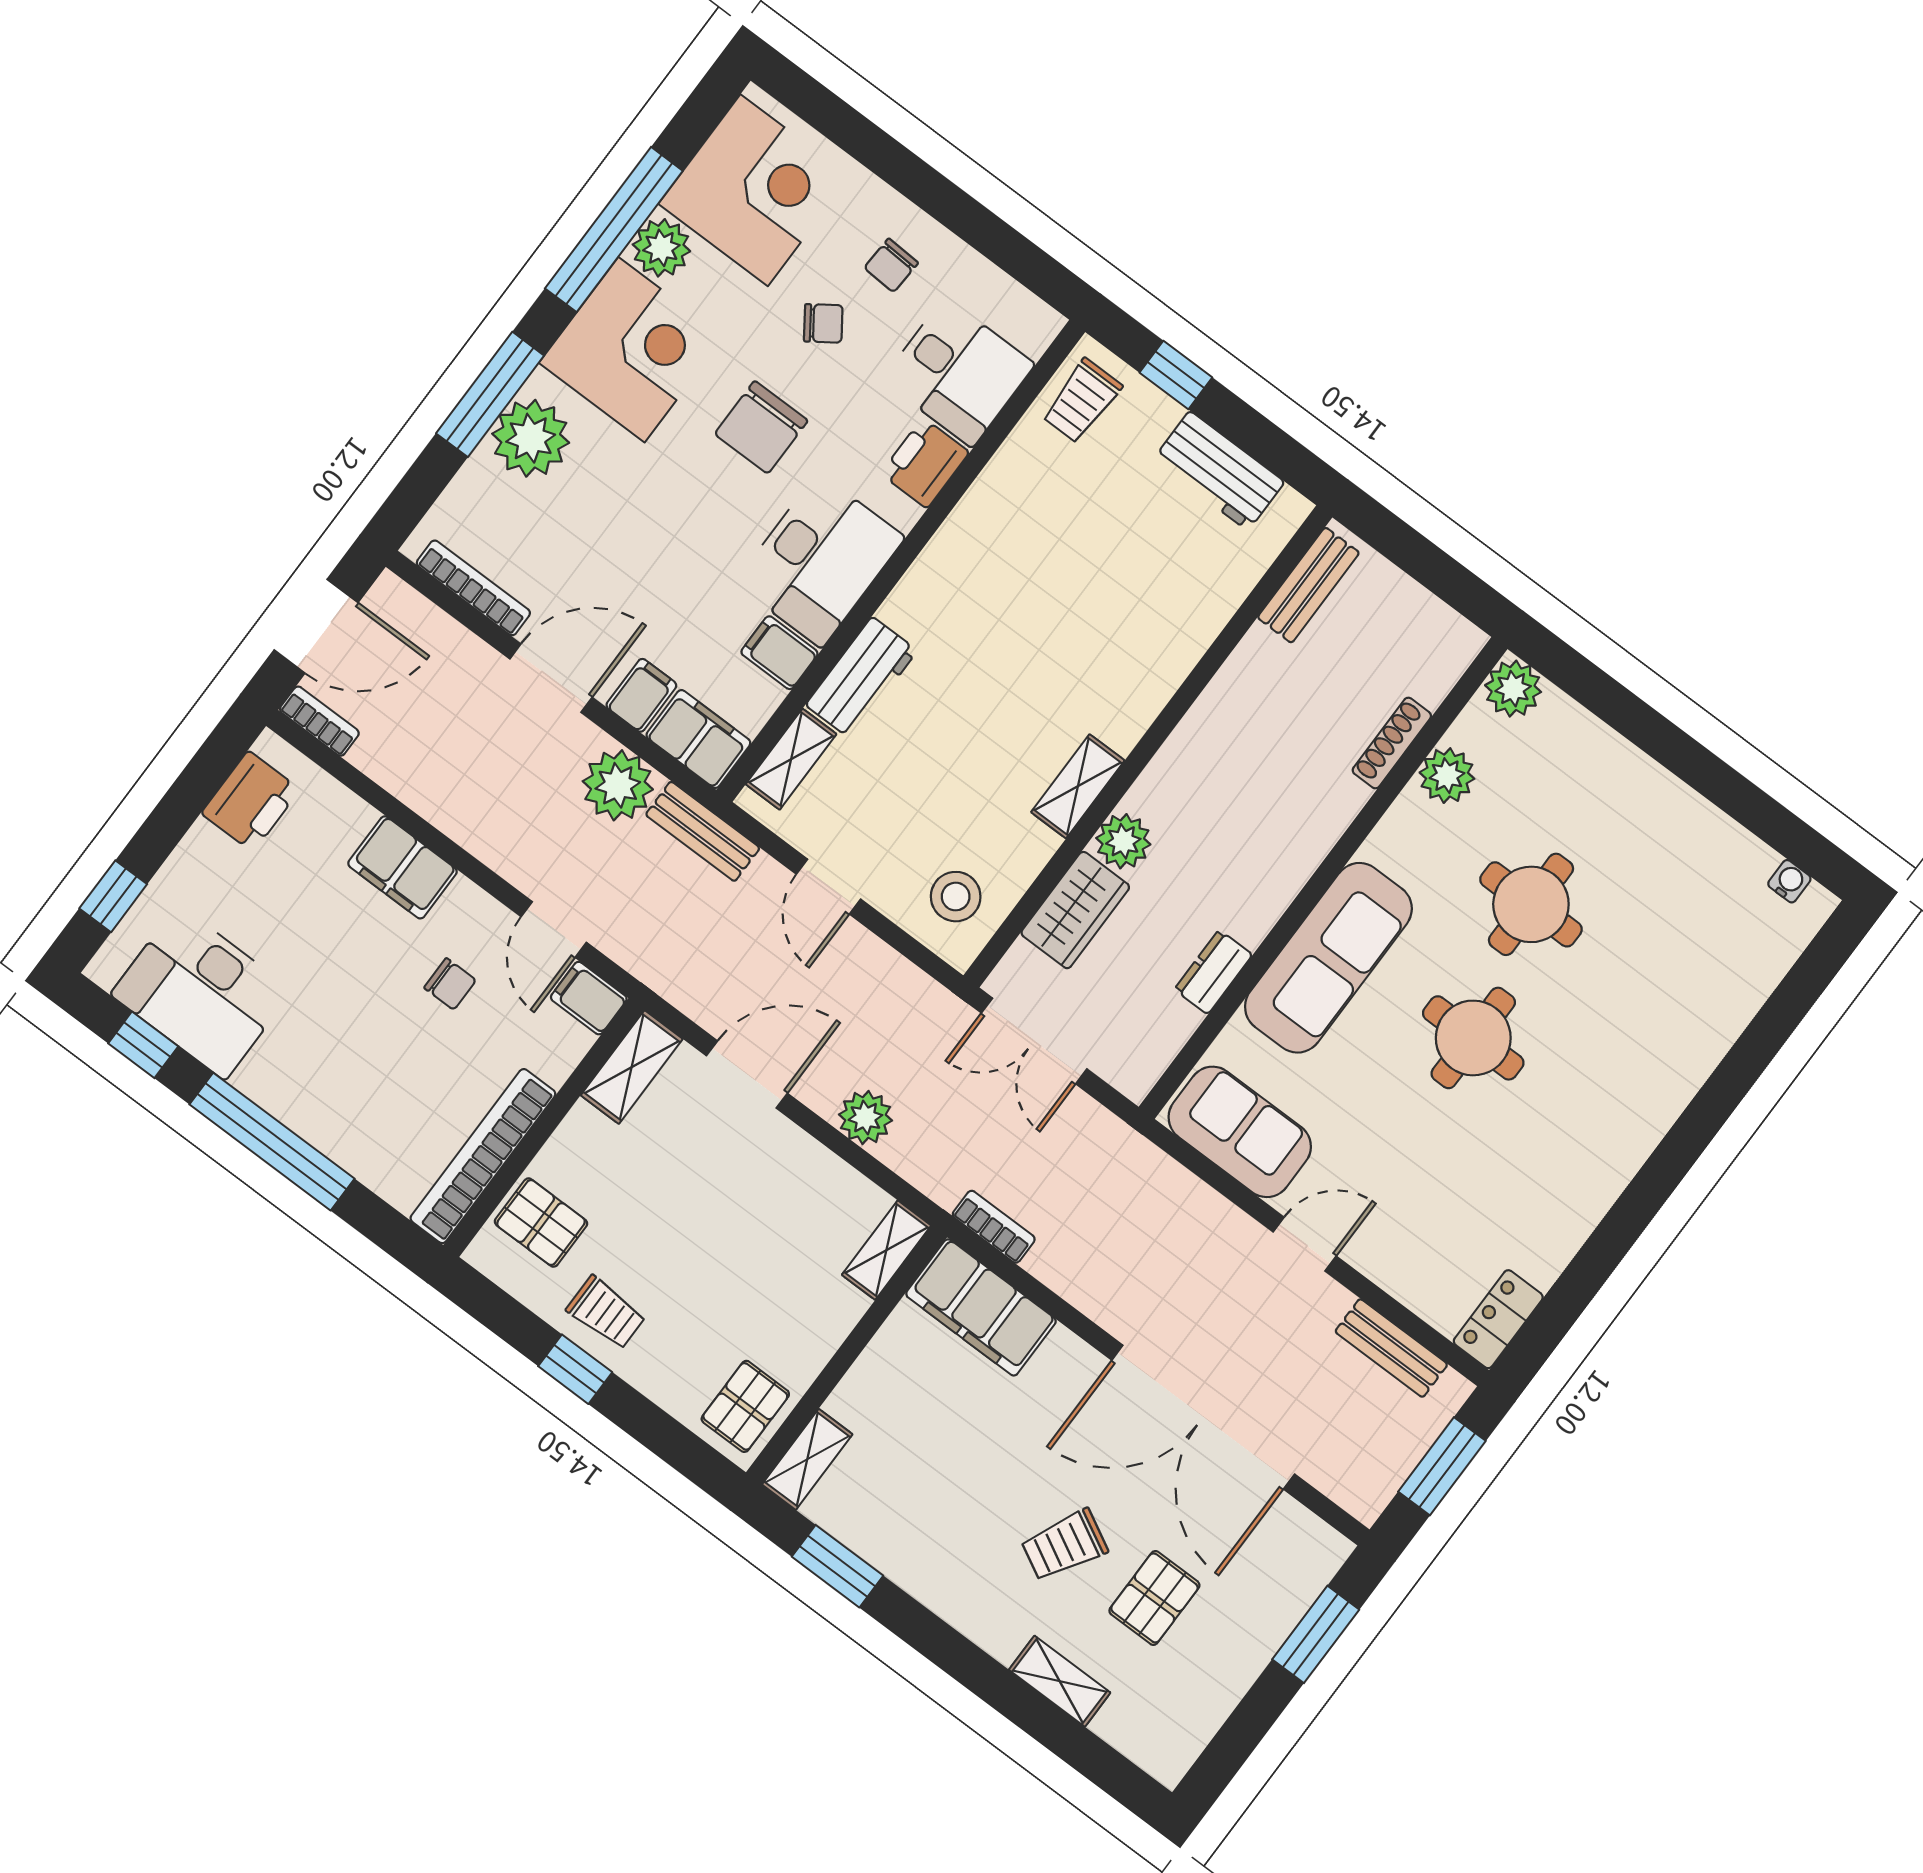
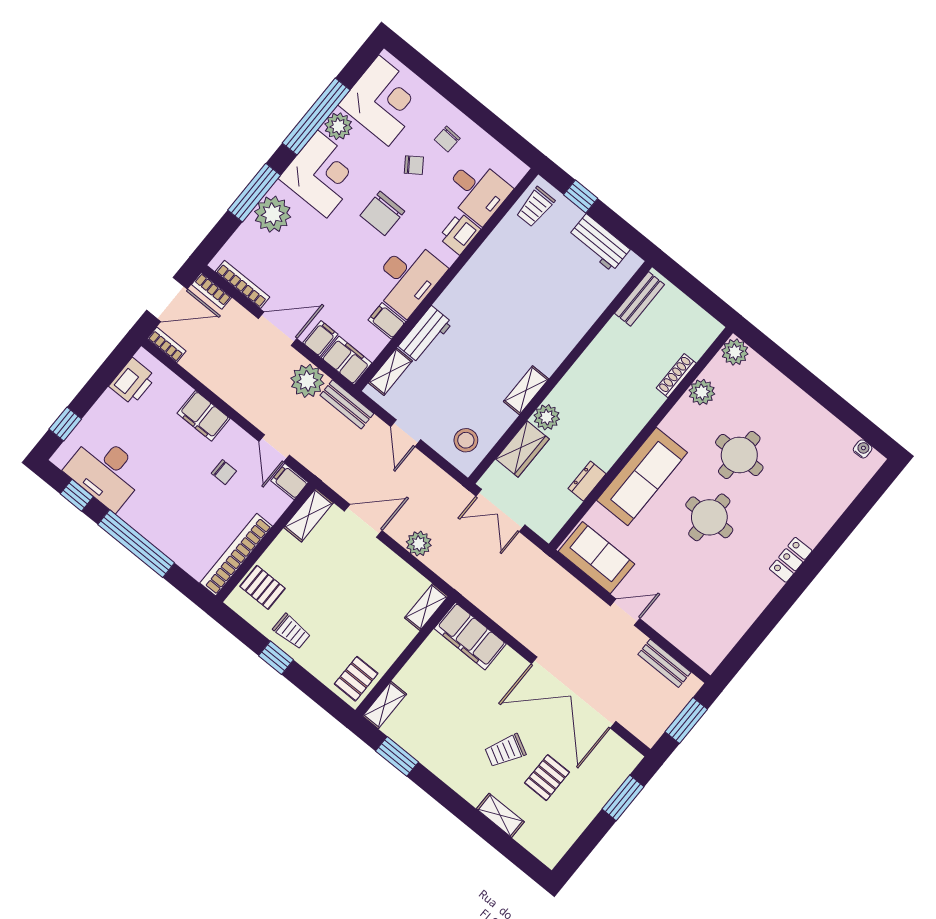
bookcase: (994, 1227) -> (211, 291), moved, turned 180
locker: (1498, 1319) -> (791, 560), moved

